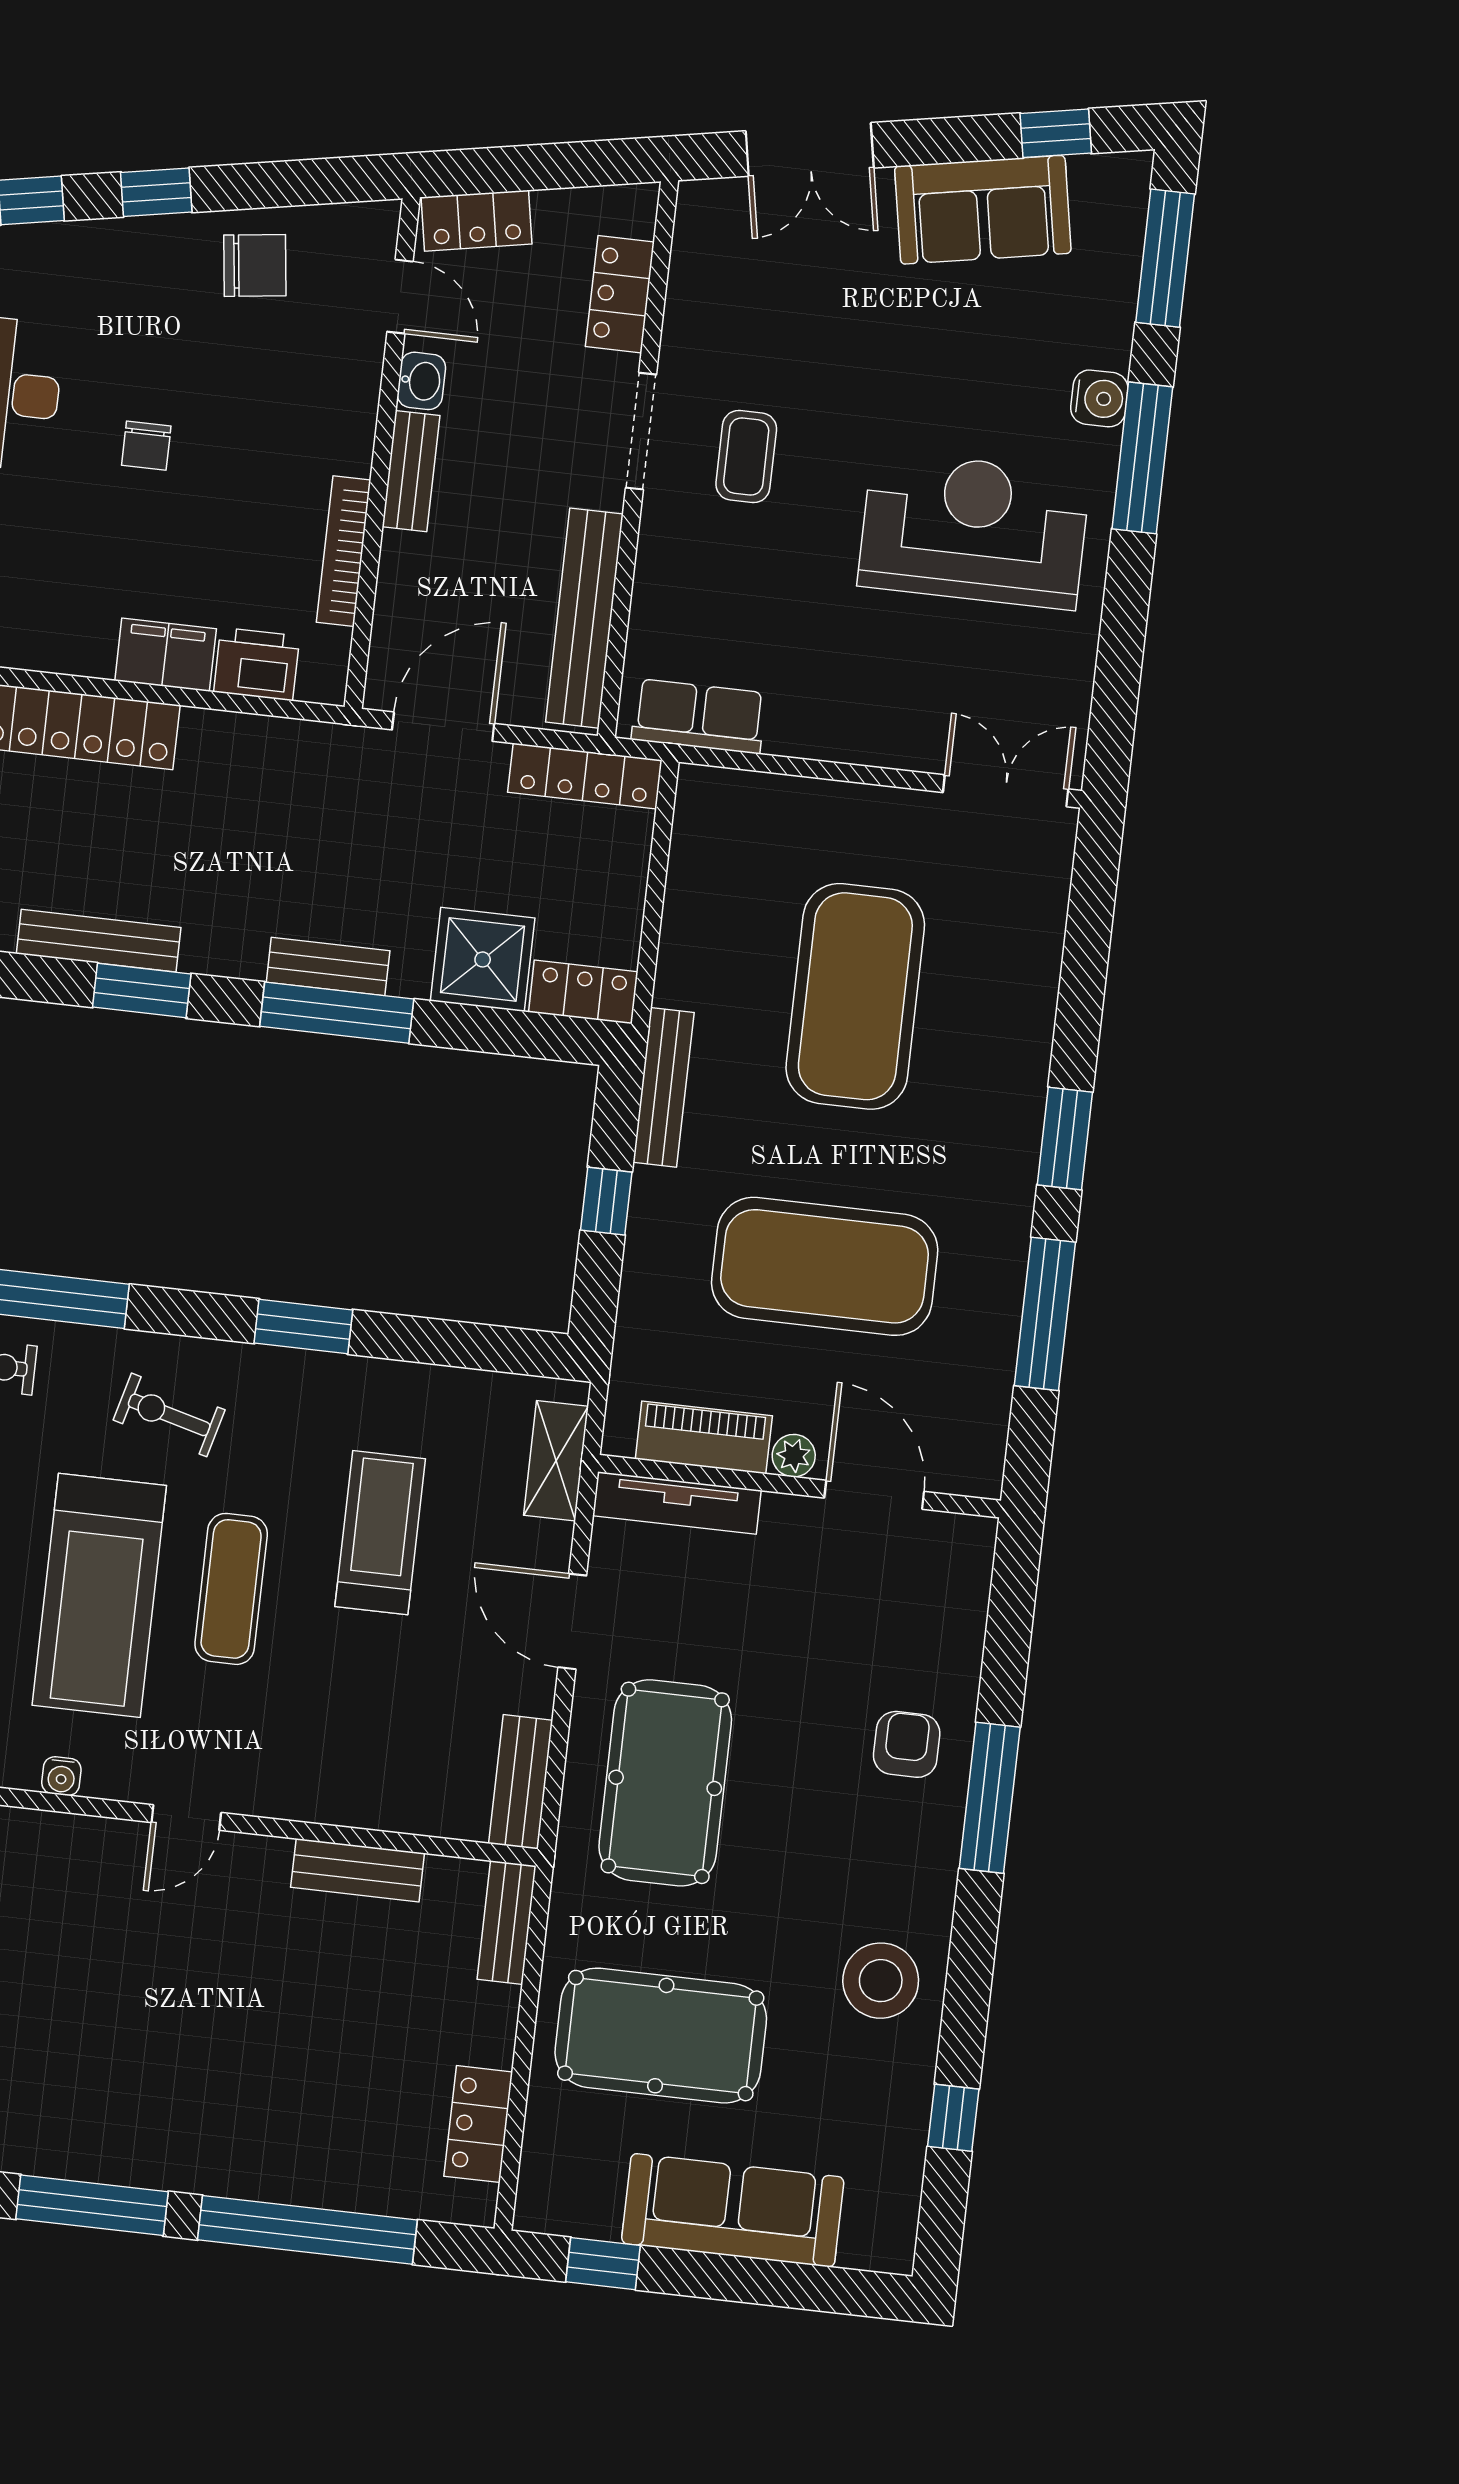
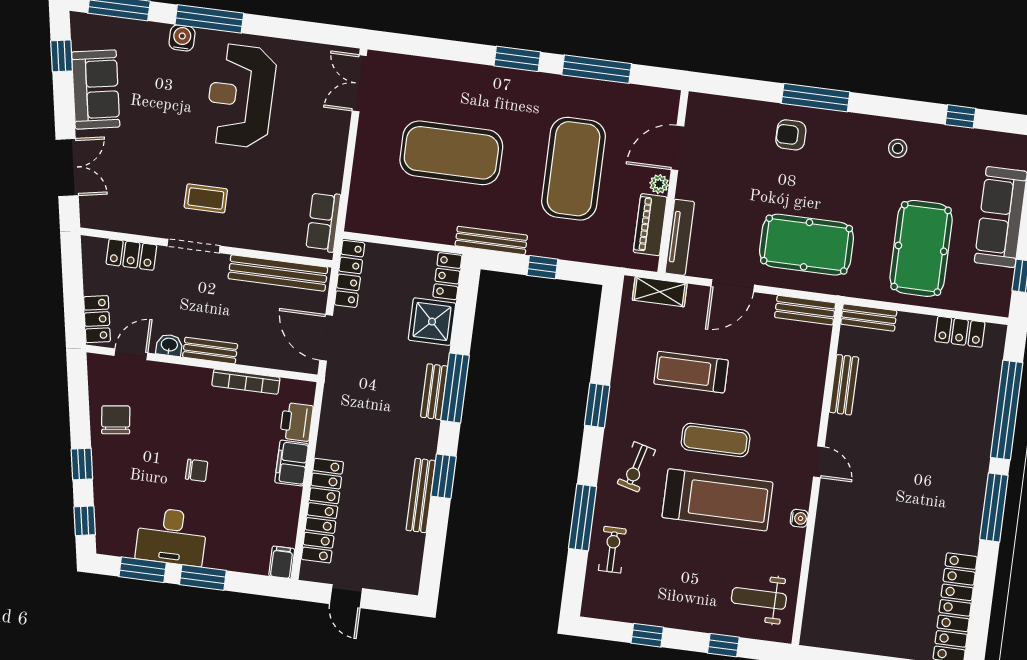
stool: (881, 1981) -> (898, 148), width x0.53, depth x0.53

